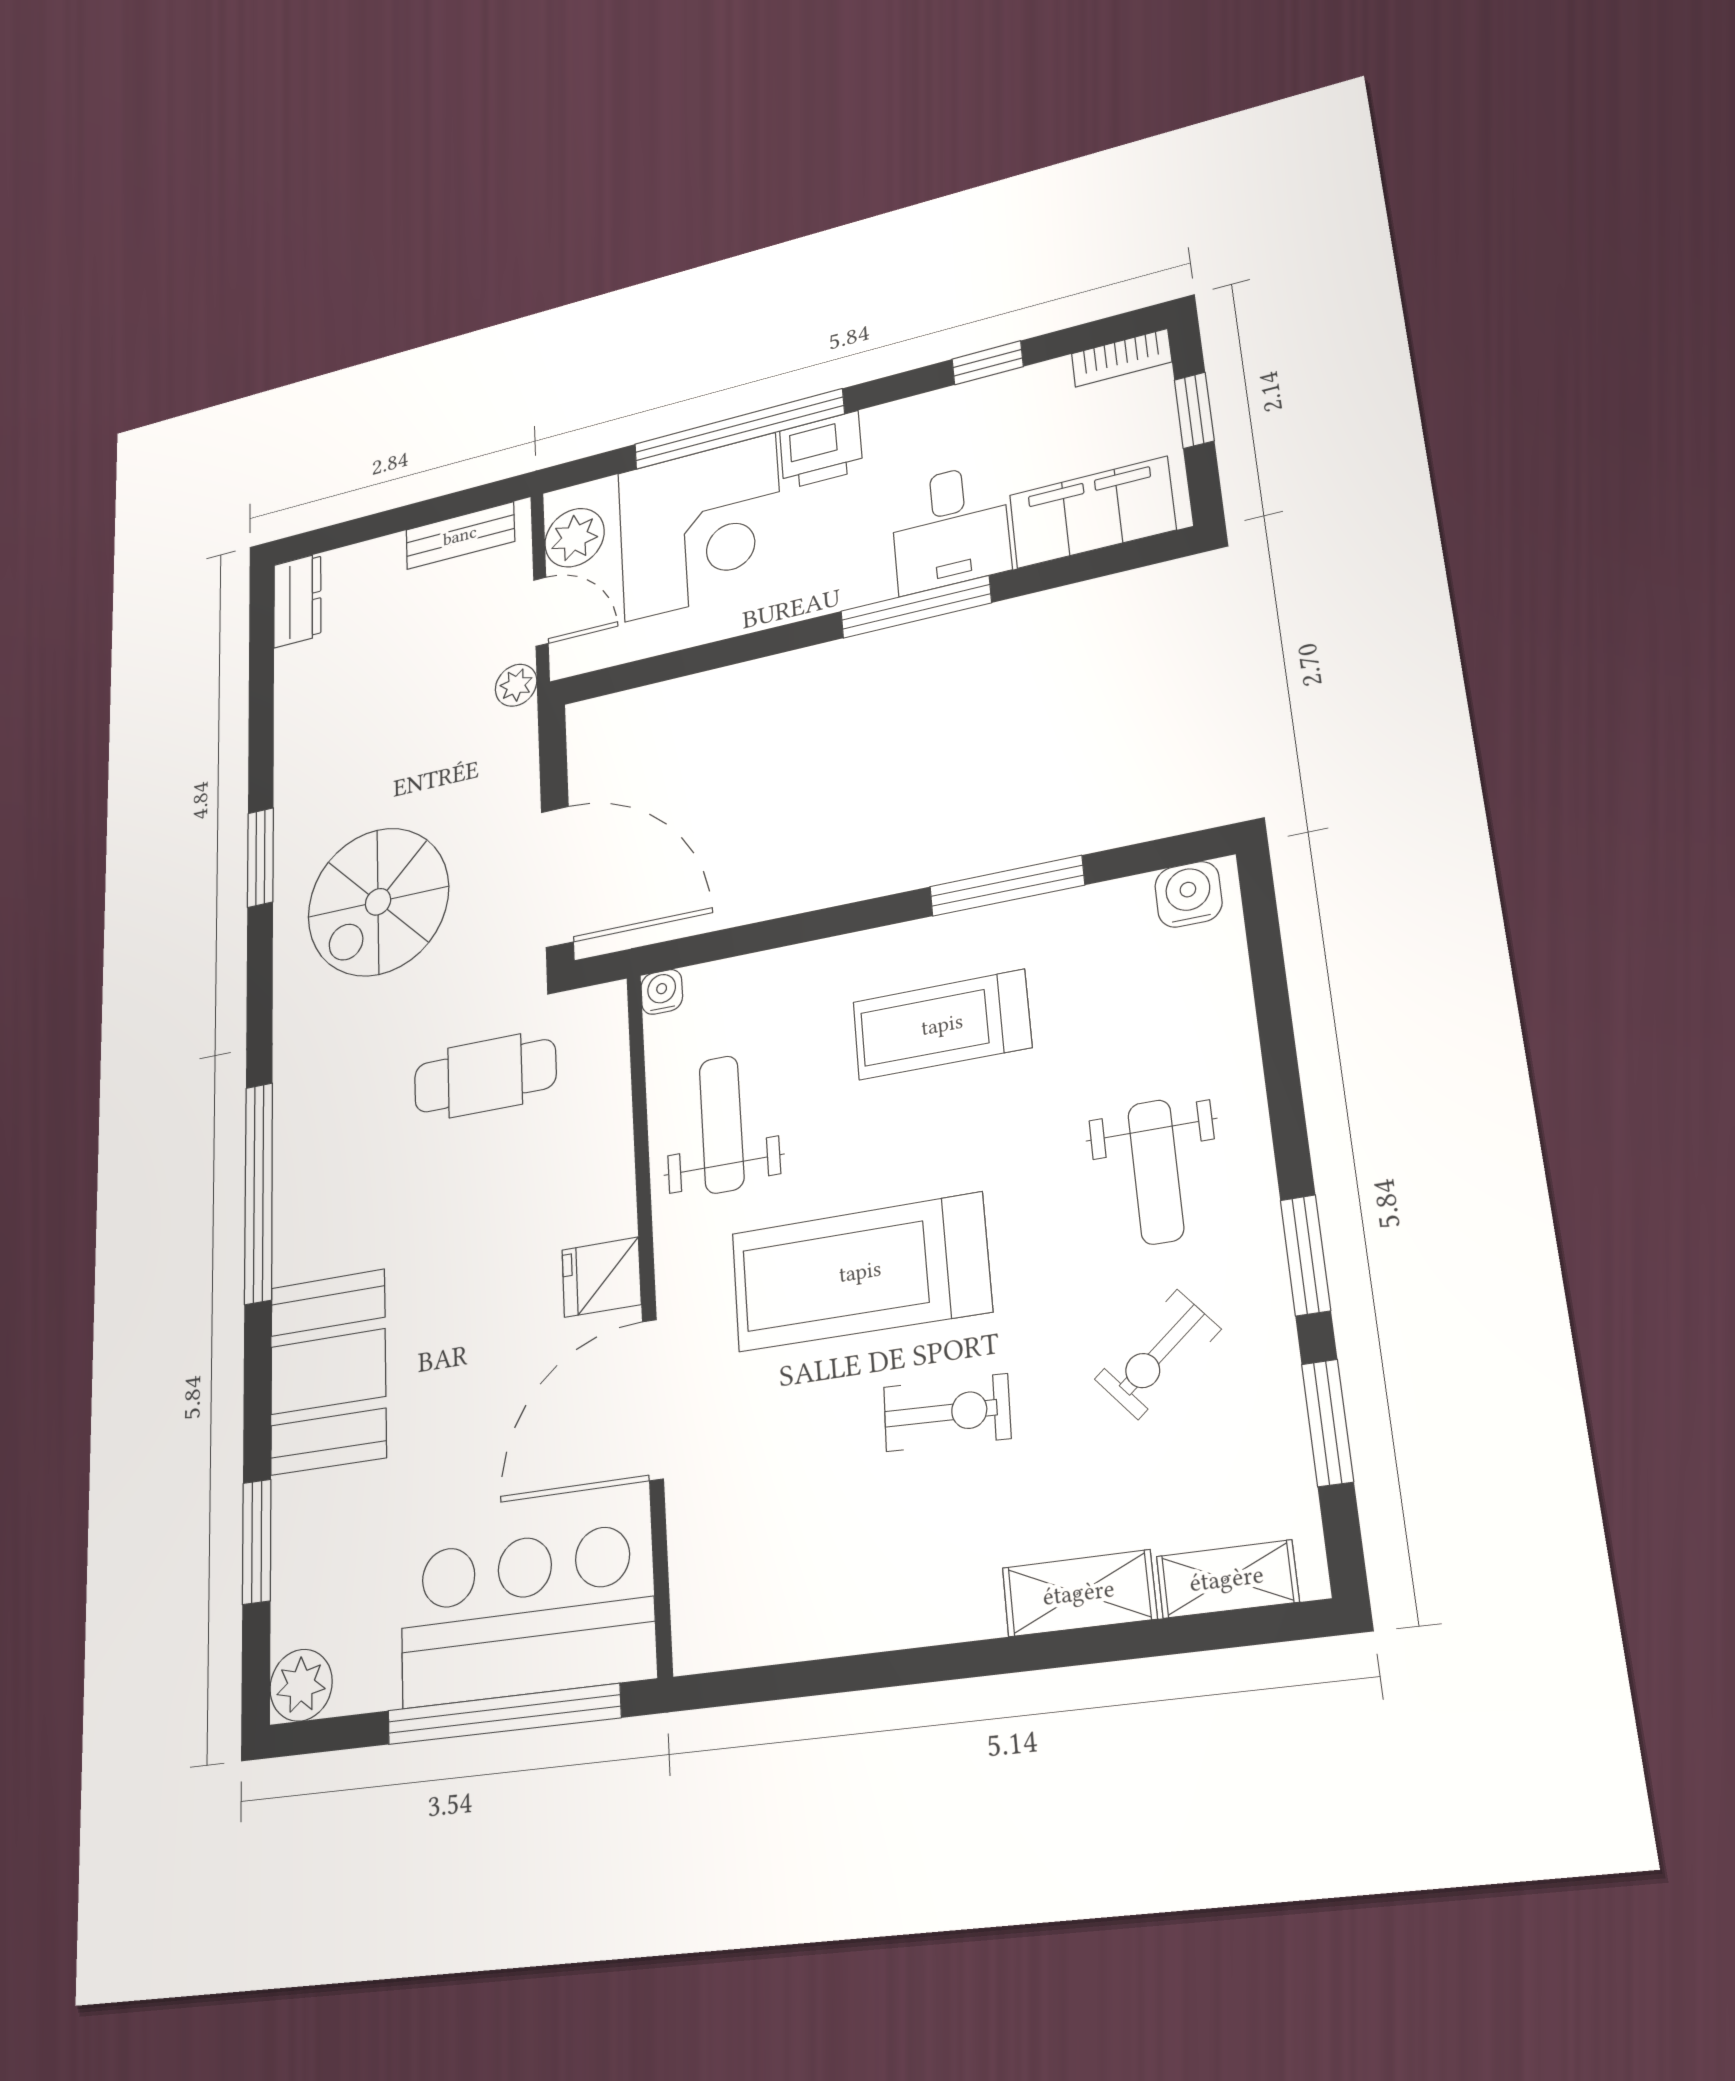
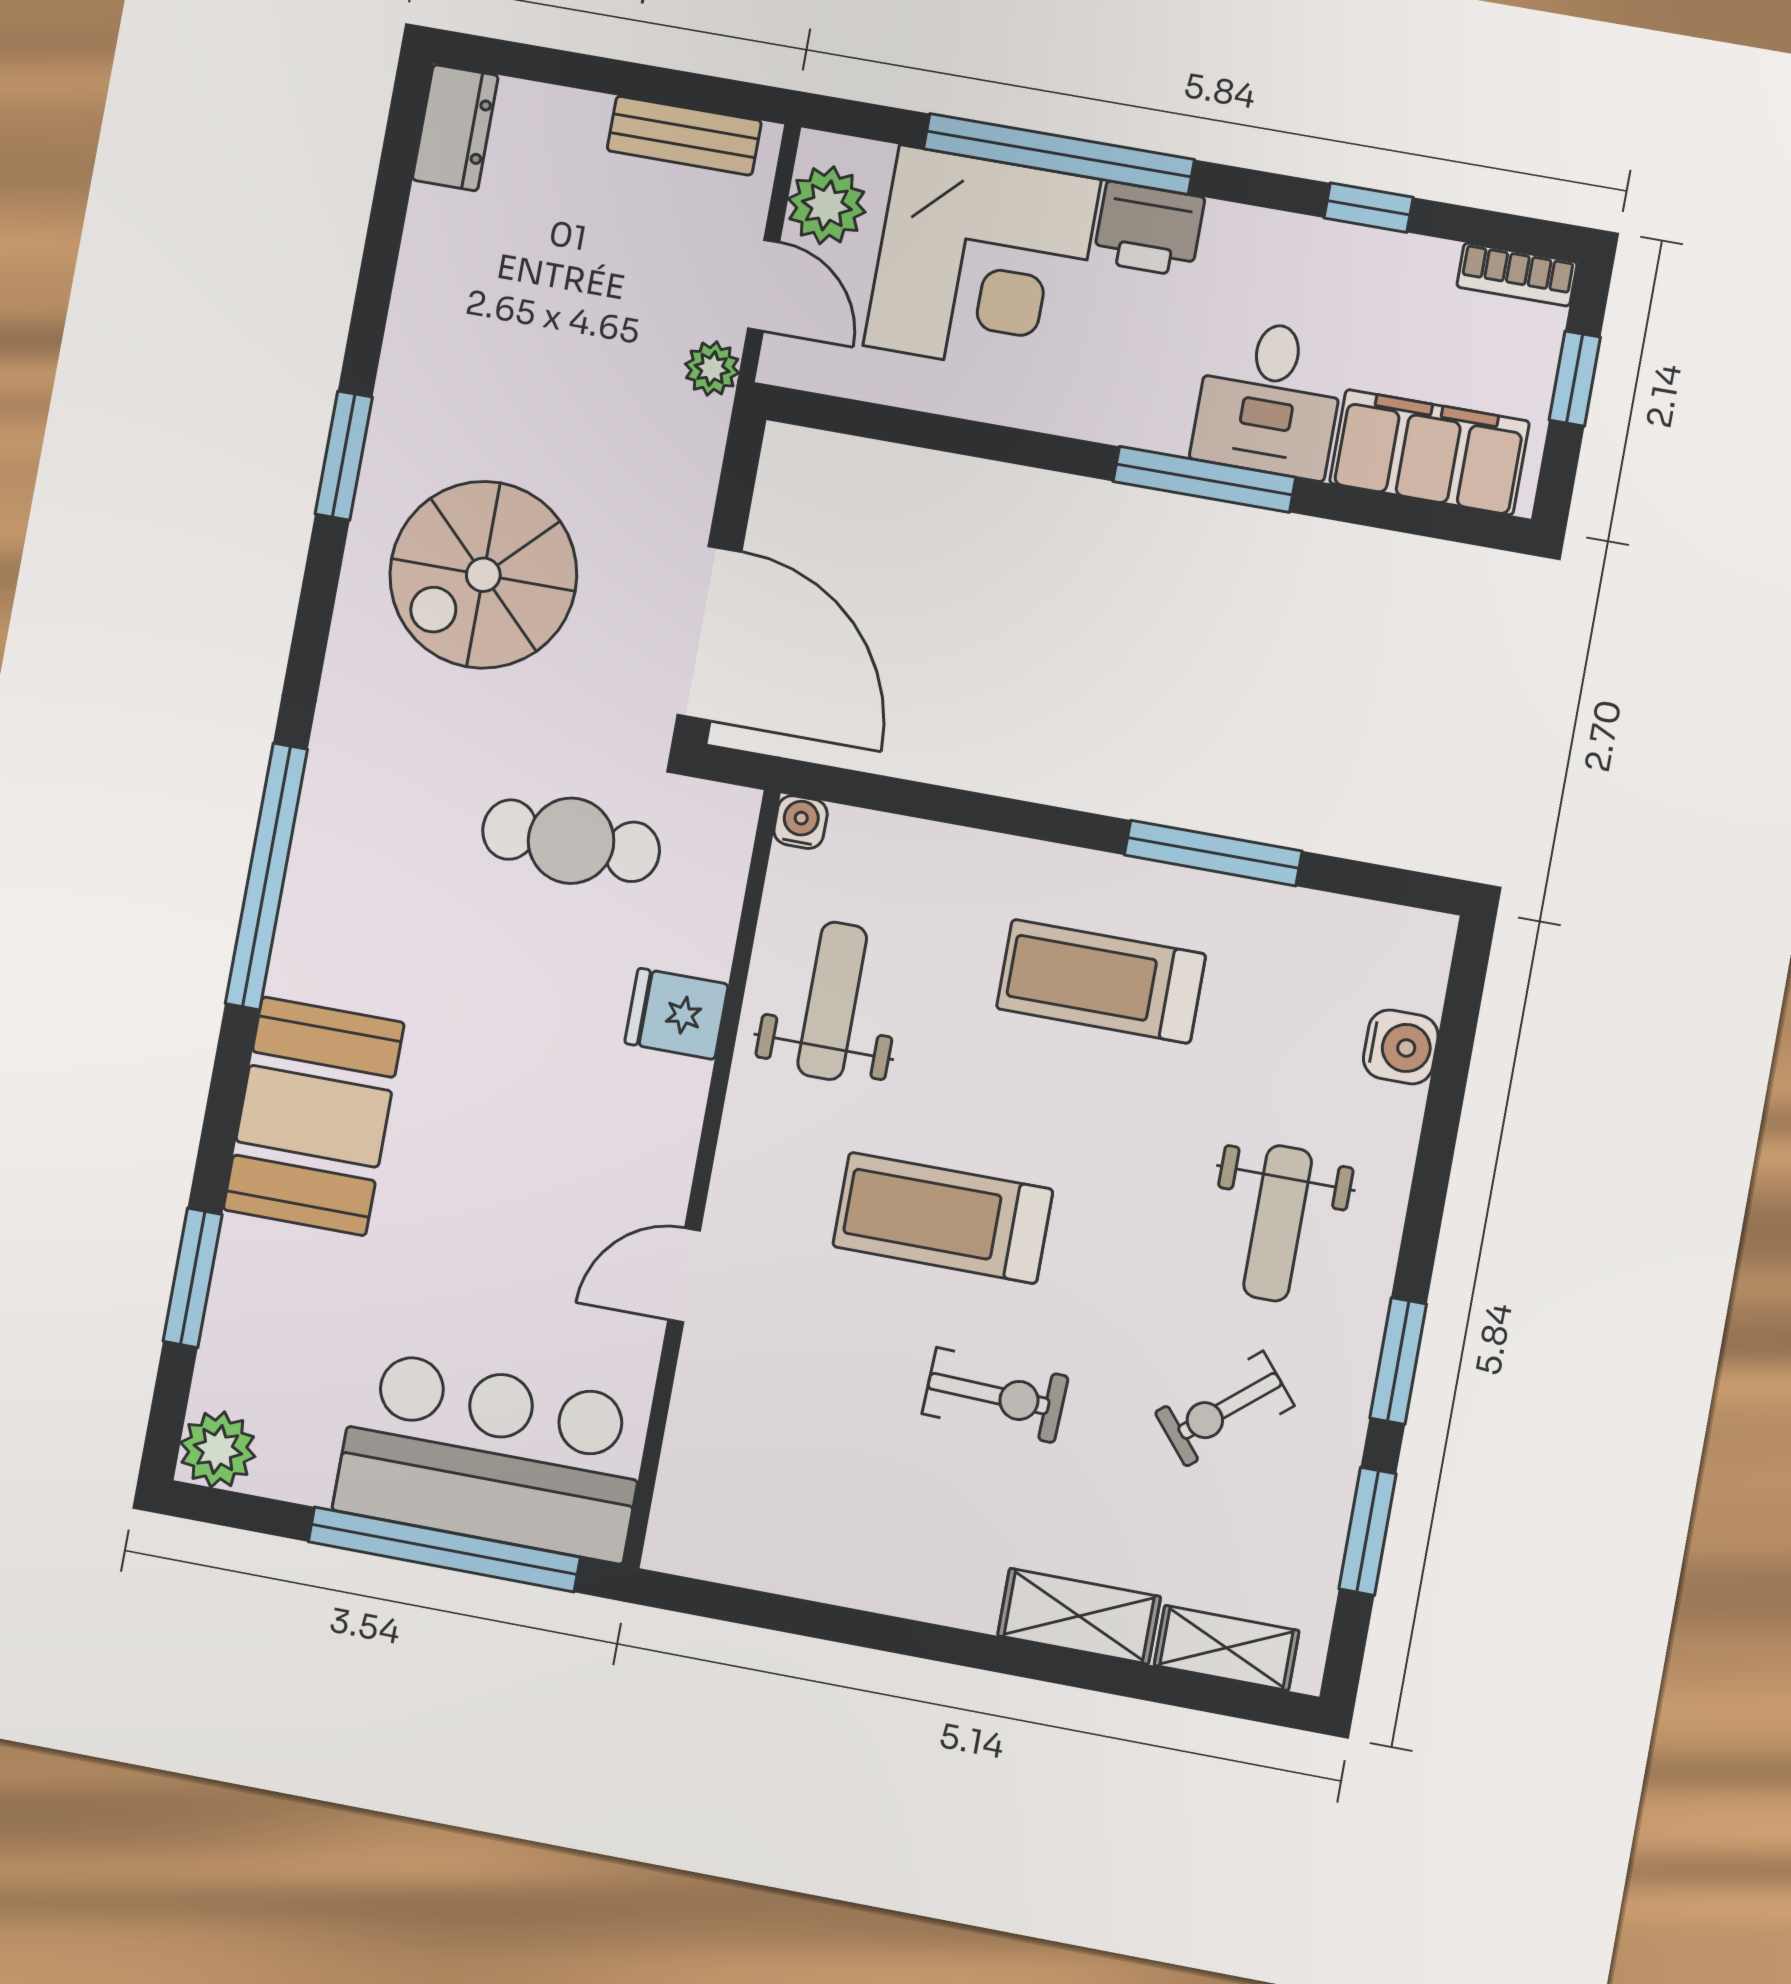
water cooler: (1188, 894) -> (1401, 1047), moved, turned 90
treadmill: (860, 1272) -> (943, 1218), width x0.73, depth x0.73
fridge: (601, 1277) -> (676, 1014), moved
door: (653, 1399) -> (684, 1275), width x0.53

